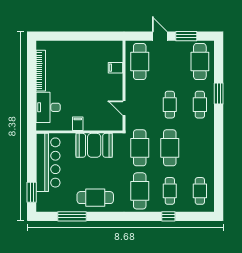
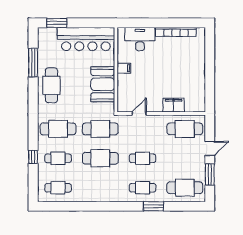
filing cabinet: (115, 68) -> (174, 105), width x2.00

